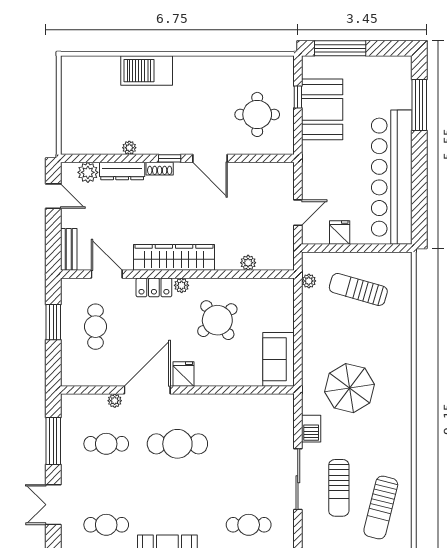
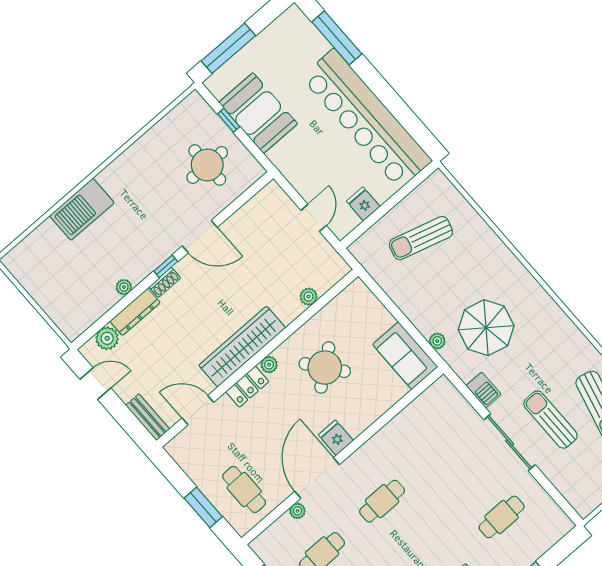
plant: (309, 281) -> (437, 341), moved
window: (53, 322) -> (203, 507), moved
cafe table: (96, 327) -> (244, 489), moved
cafe table: (177, 444) -> (382, 501), width x0.73, depth x0.74
sun lounger: (339, 488) -> (550, 420), turned 180

